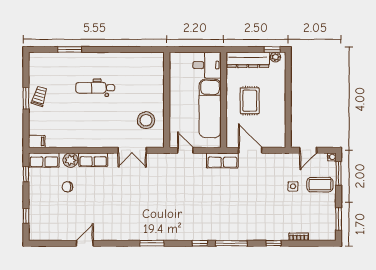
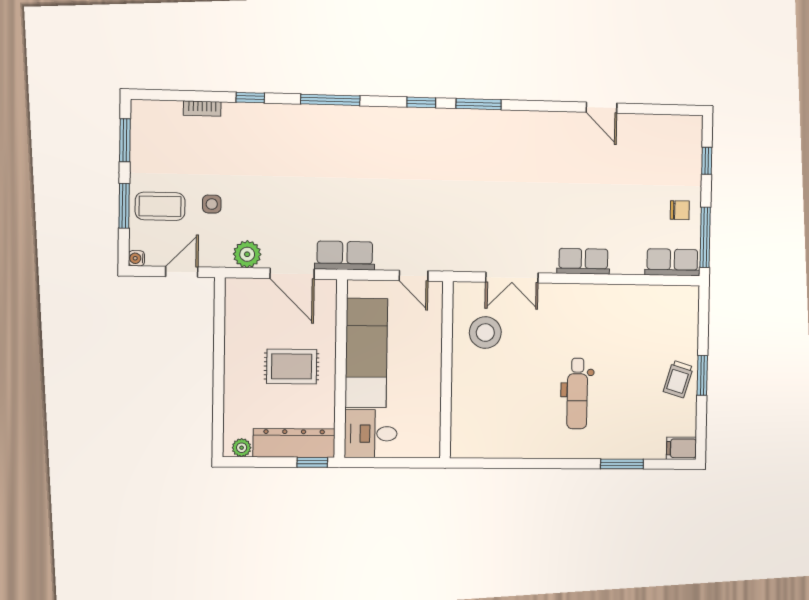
window: (272, 49) -> (312, 462), moved
dental chair: (95, 88) -> (577, 394), turned 90
rug: (250, 101) -> (292, 366), turned 90
filing cabinet: (37, 141) -> (681, 448), moved
double door: (132, 150) -> (512, 278), swing flipped
plant: (70, 160) -> (247, 254), moved
window: (339, 173) -> (124, 206), moved
window: (26, 174) -> (705, 237), width x2.17
chair: (67, 187) -> (680, 210), moved
door: (85, 243) -> (602, 108), hinge flipped
window: (200, 243) -> (421, 102), moved

